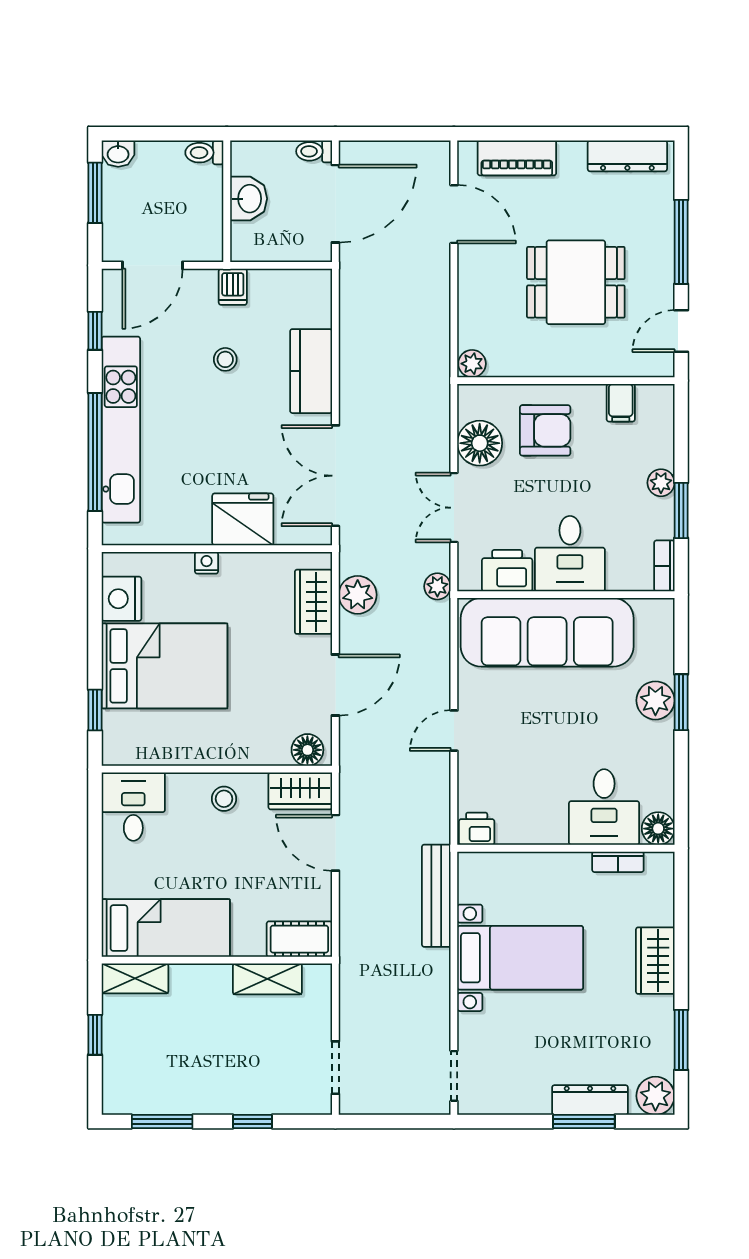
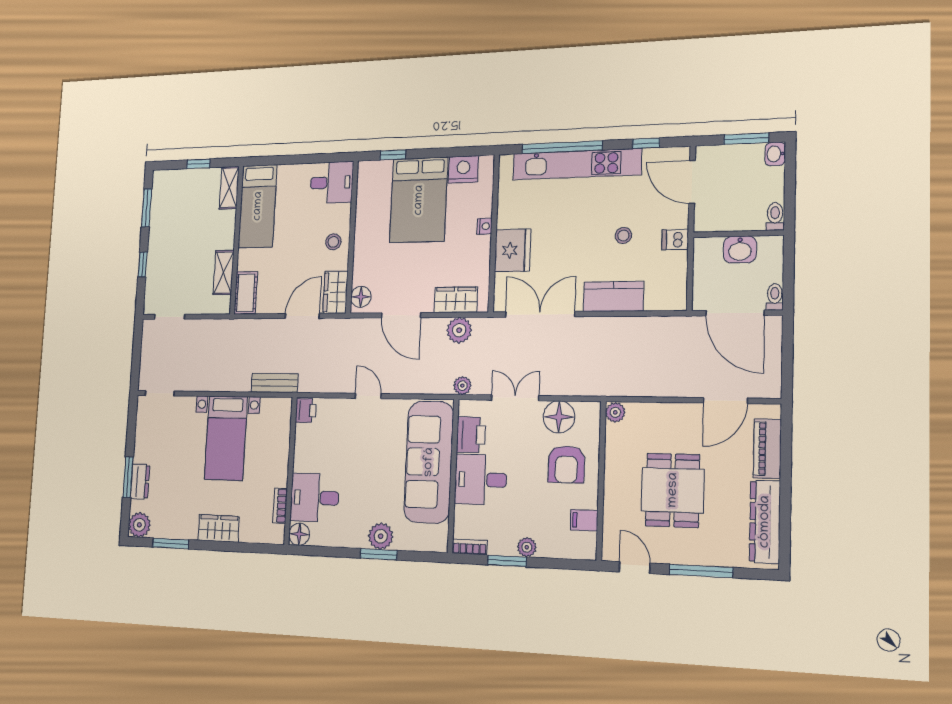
dresser: (627, 156) -> (765, 522), width x1.37, depth x1.24
bench: (436, 896) -> (275, 383), width x0.73
dresser: (590, 1100) -> (140, 482), width x0.70

